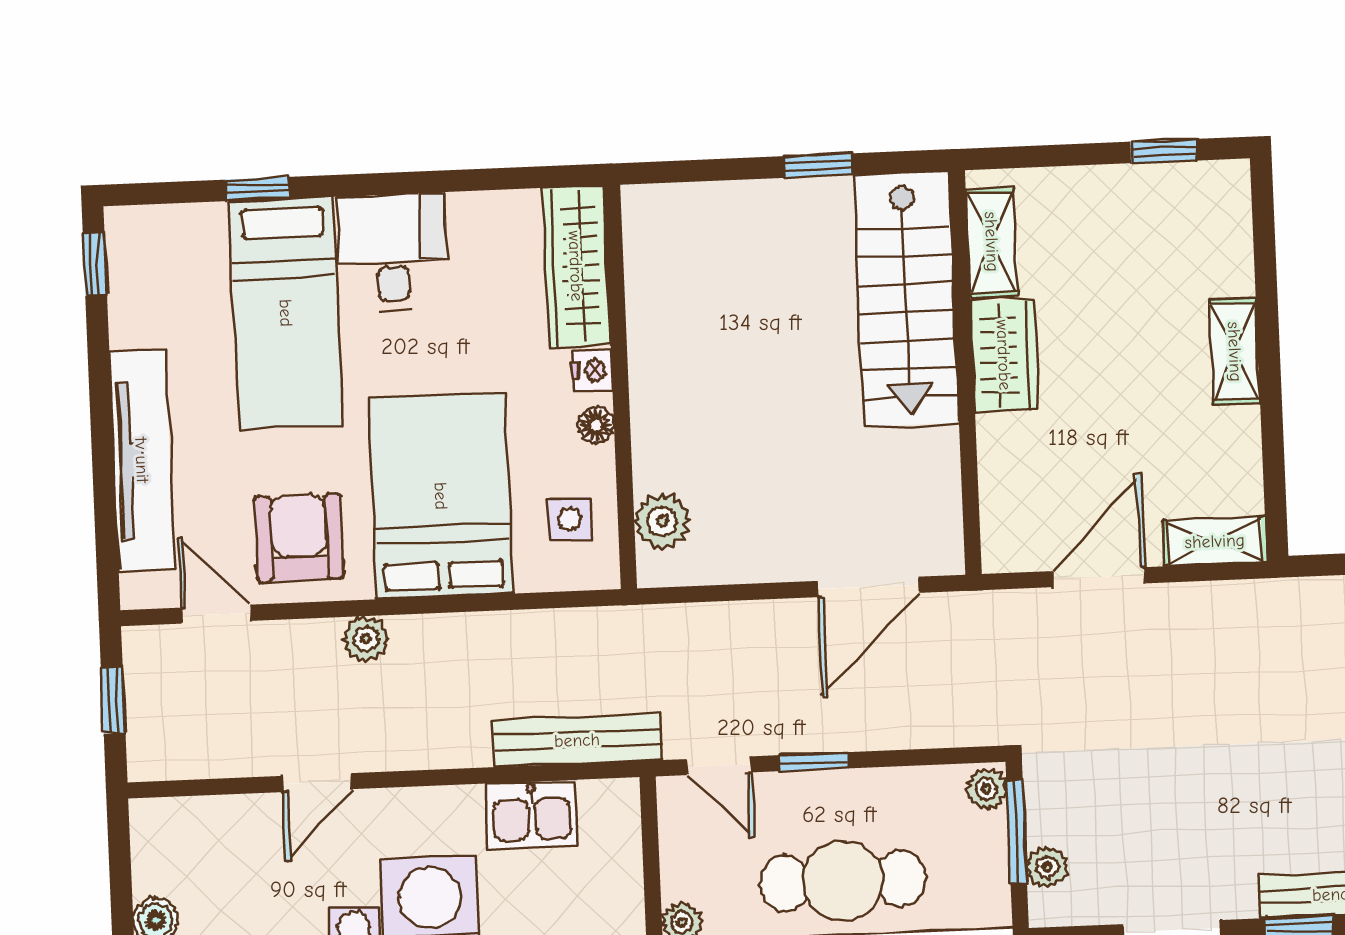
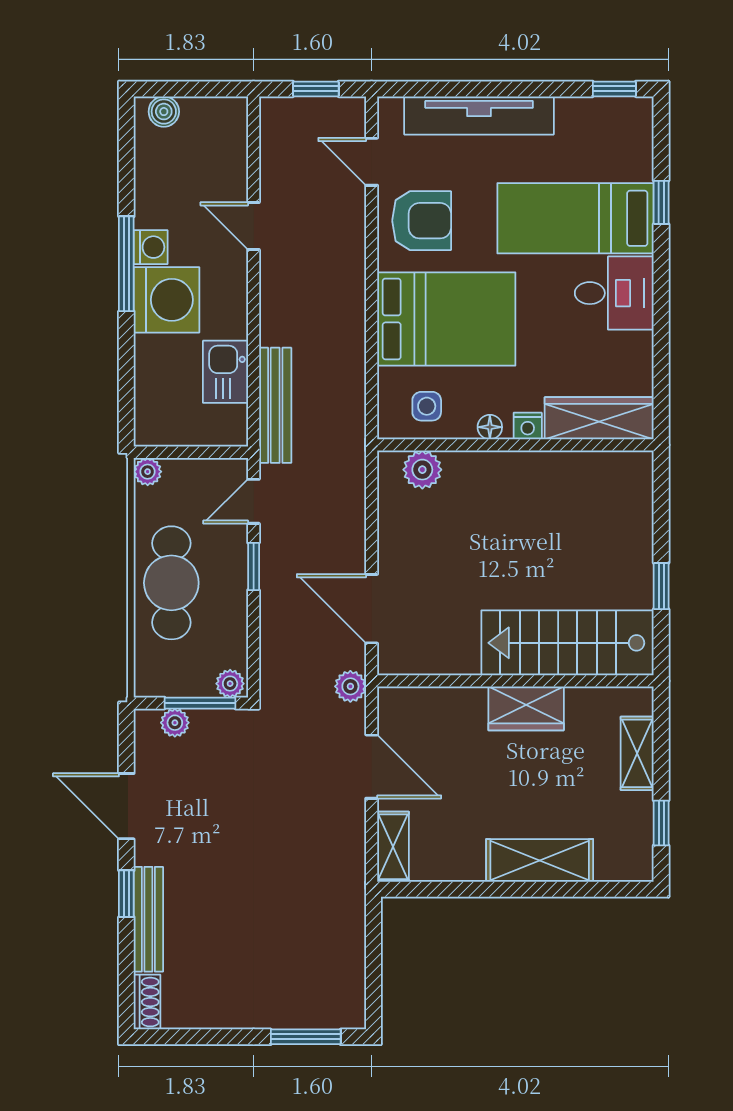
shelving: (992, 242) -> (637, 753), moved, turned 90
shelving: (1235, 352) -> (540, 861), width x1.50, depth x1.33
door: (216, 614) -> (372, 162), swing flipped
plant: (366, 639) -> (350, 686), moved

